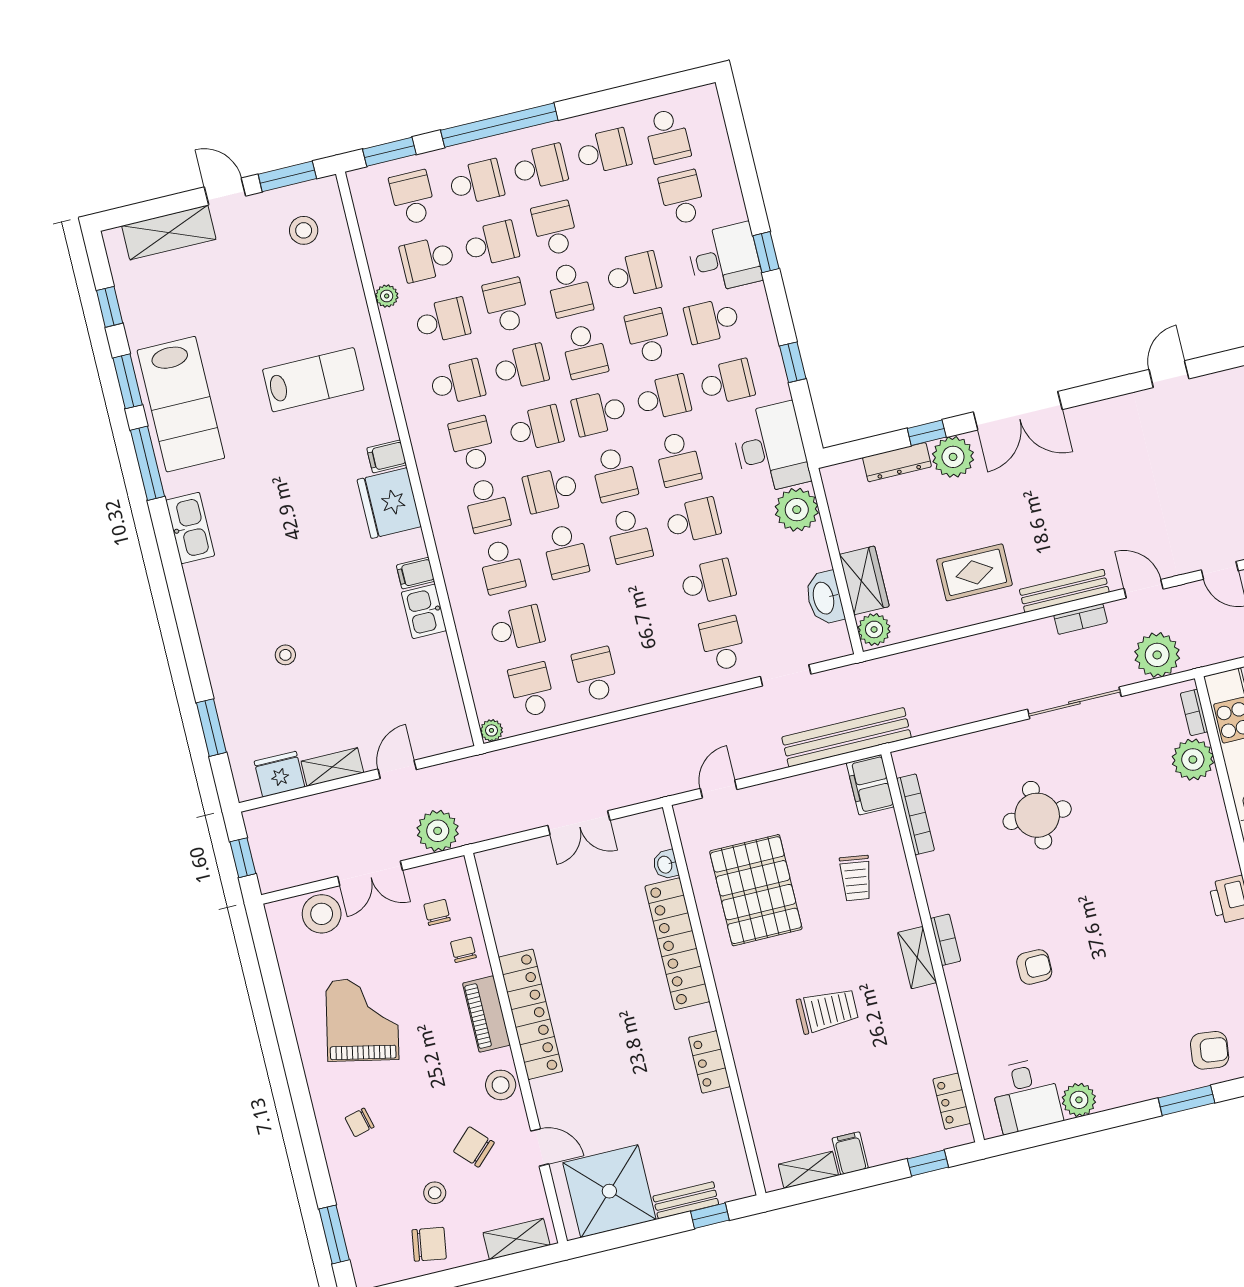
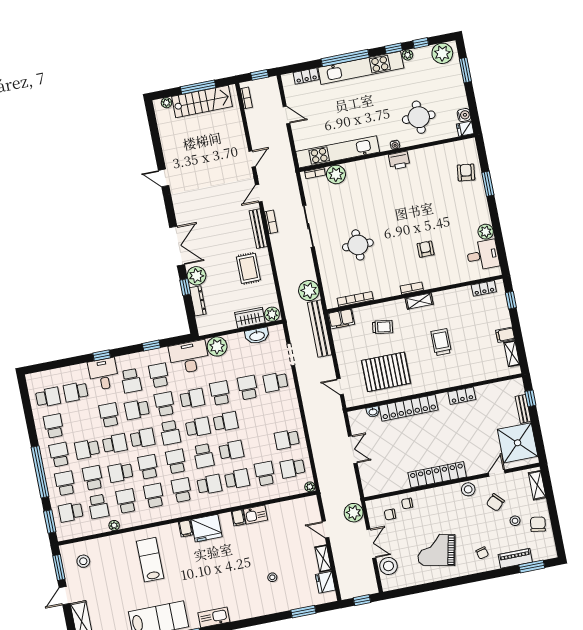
school desk: (472, 444) -> (182, 490), turned 90
plant: (1157, 655) -> (309, 291), moved
piano: (486, 1014) -> (515, 558), moved, turned 180

